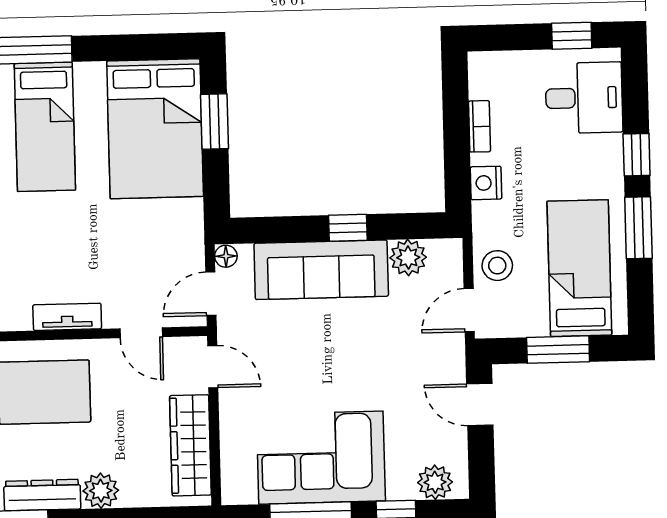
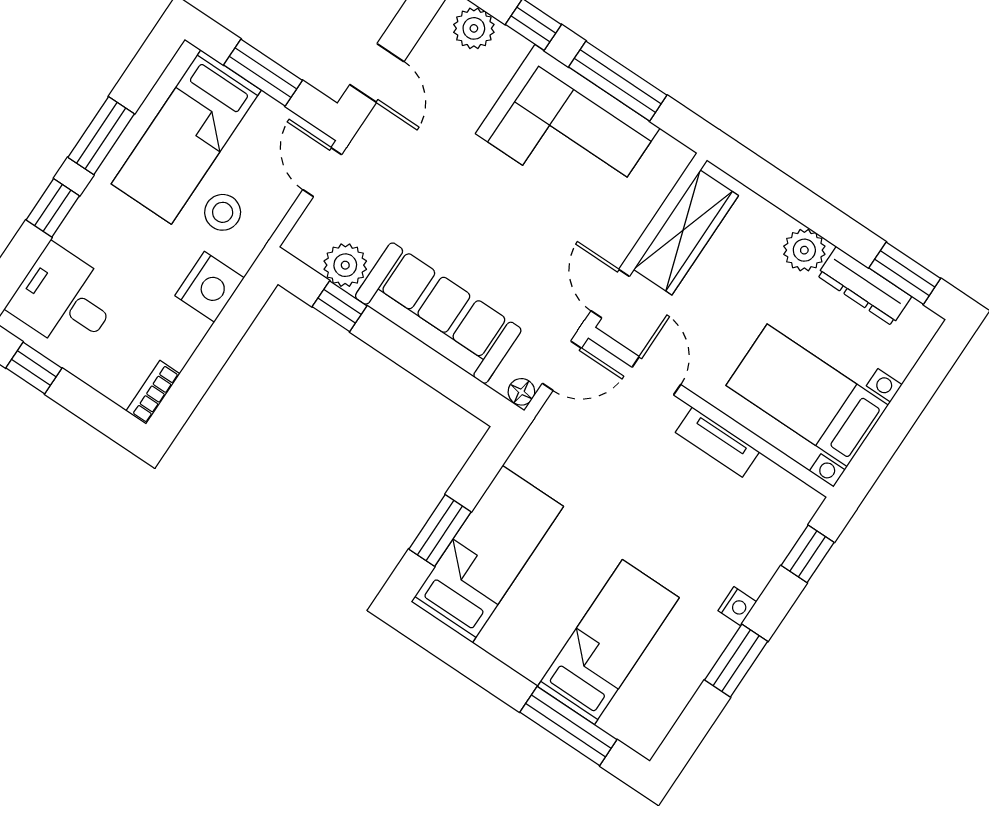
bookcase: (480, 126) -> (153, 392), moved
bed: (155, 129) -> (487, 554), width x0.67
nightstand: (486, 183) -> (210, 287), width x1.36, depth x1.33
window: (348, 228) -> (340, 306), moved
stool: (497, 266) -> (223, 212), moved
door: (469, 310) -> (322, 172), swing flipped

